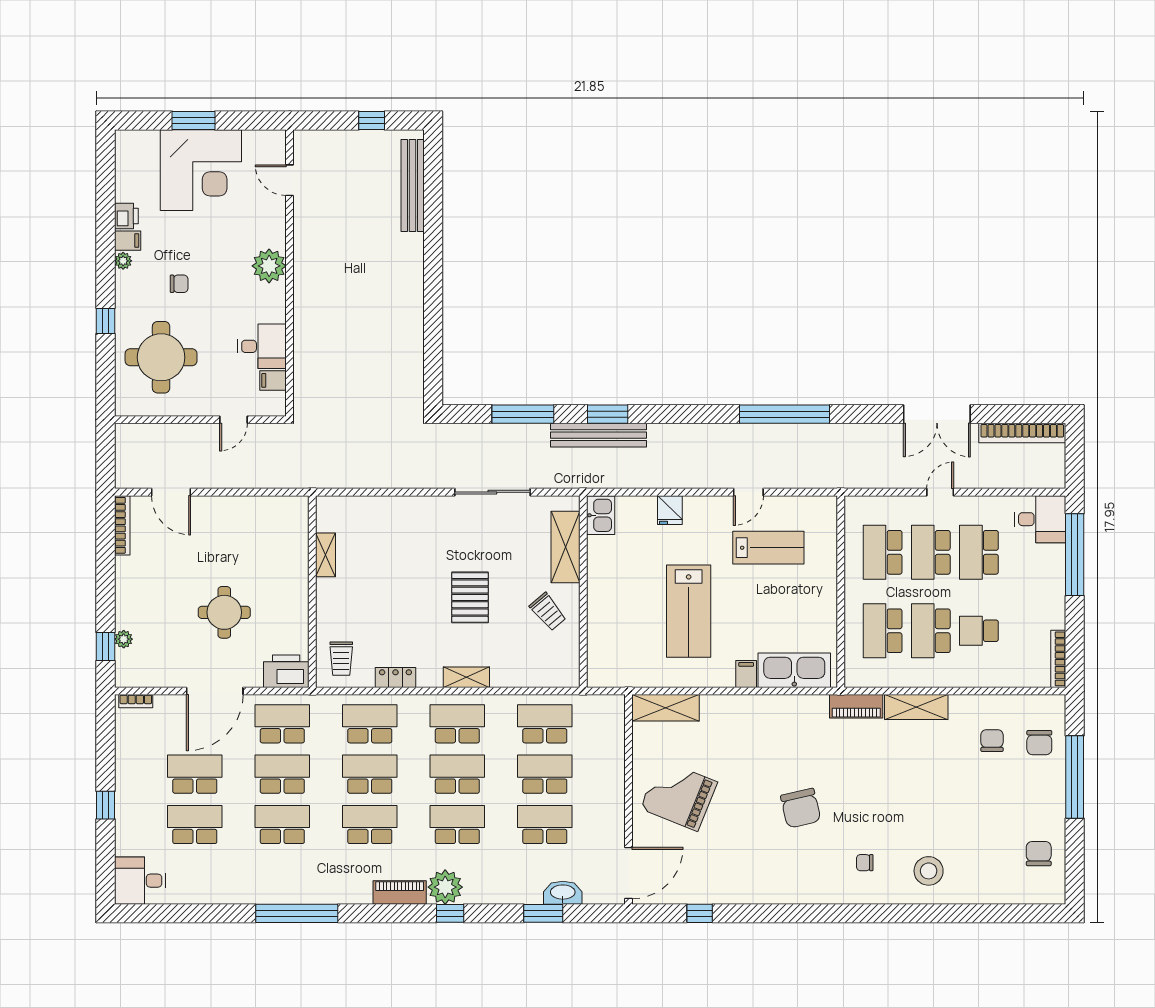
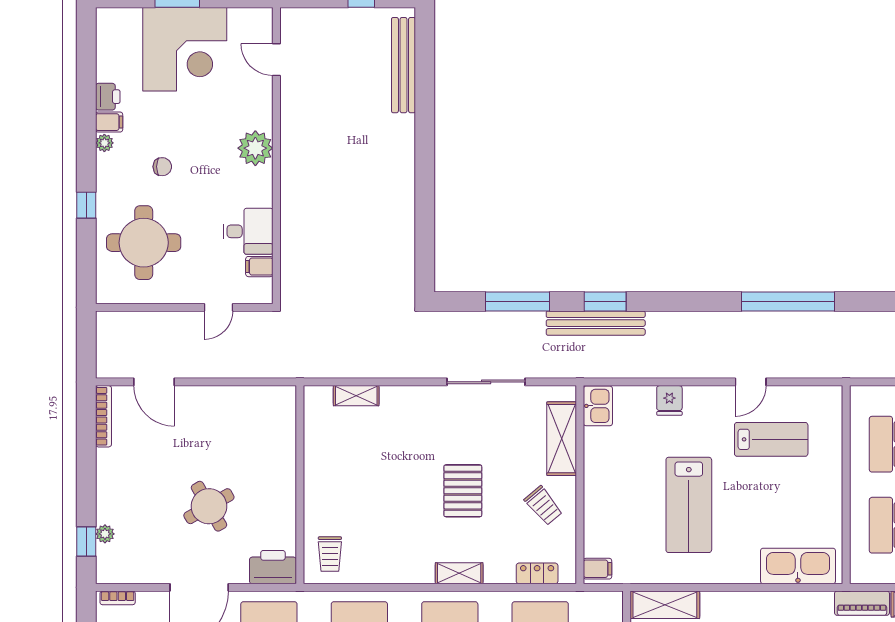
shelving: (325, 555) -> (356, 396), moved, turned 90
round table: (224, 612) -> (209, 506), turned -30
filing cabinet: (746, 674) -> (598, 569), moved, turned 90
locker: (395, 677) -> (537, 573), moved

